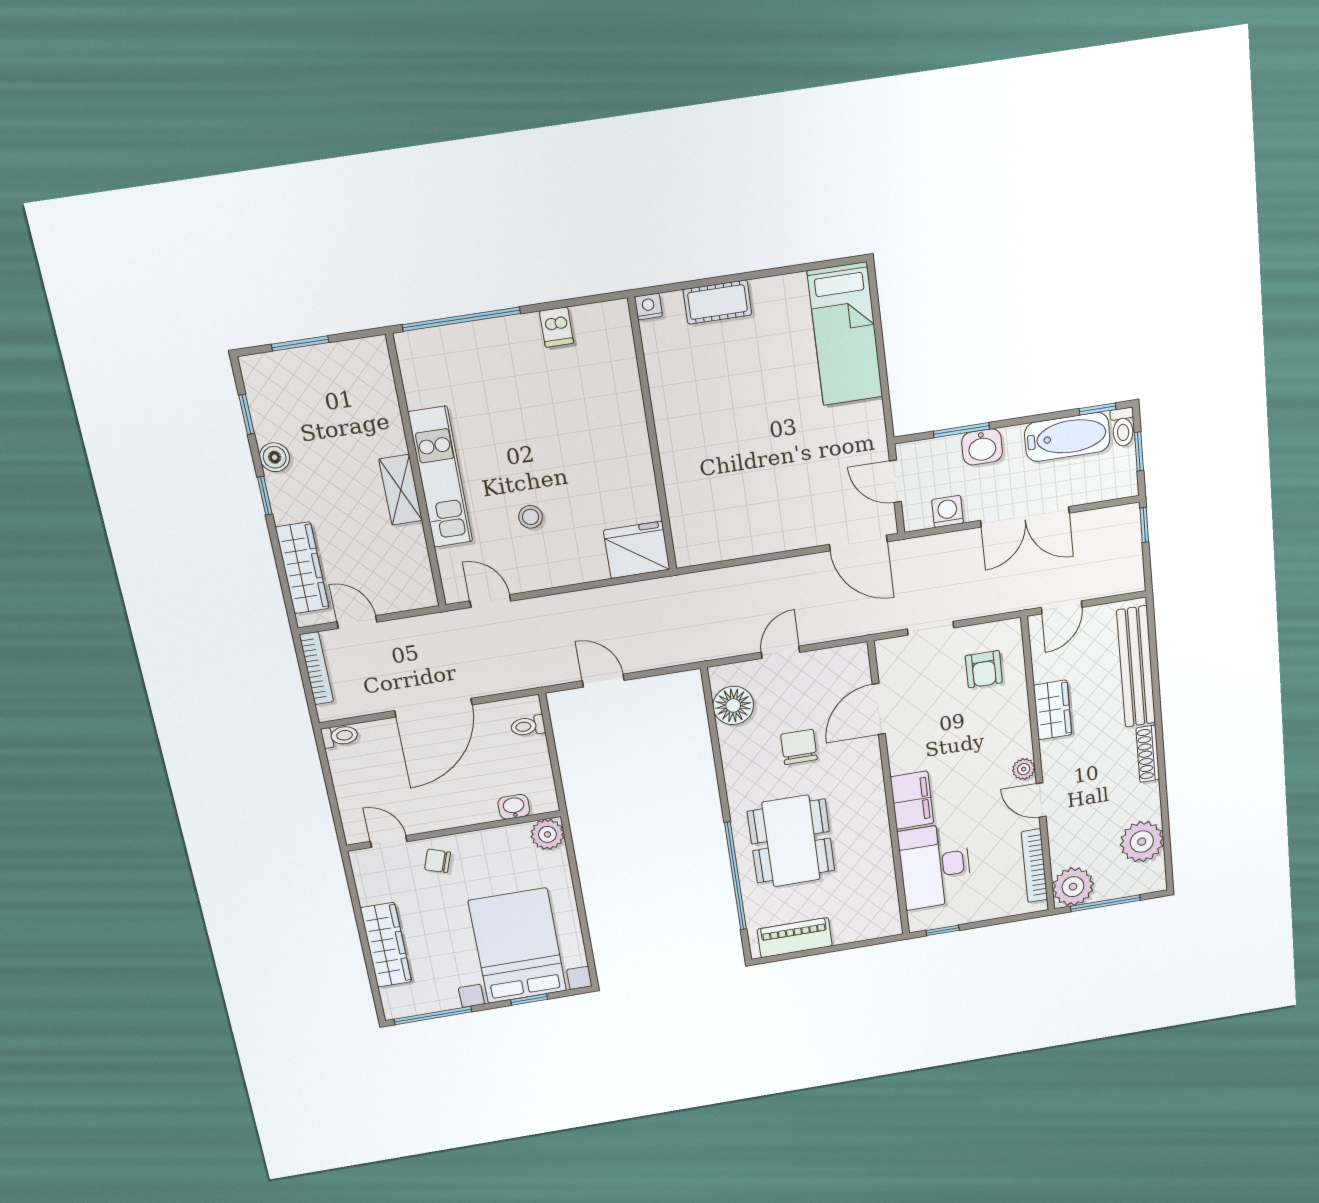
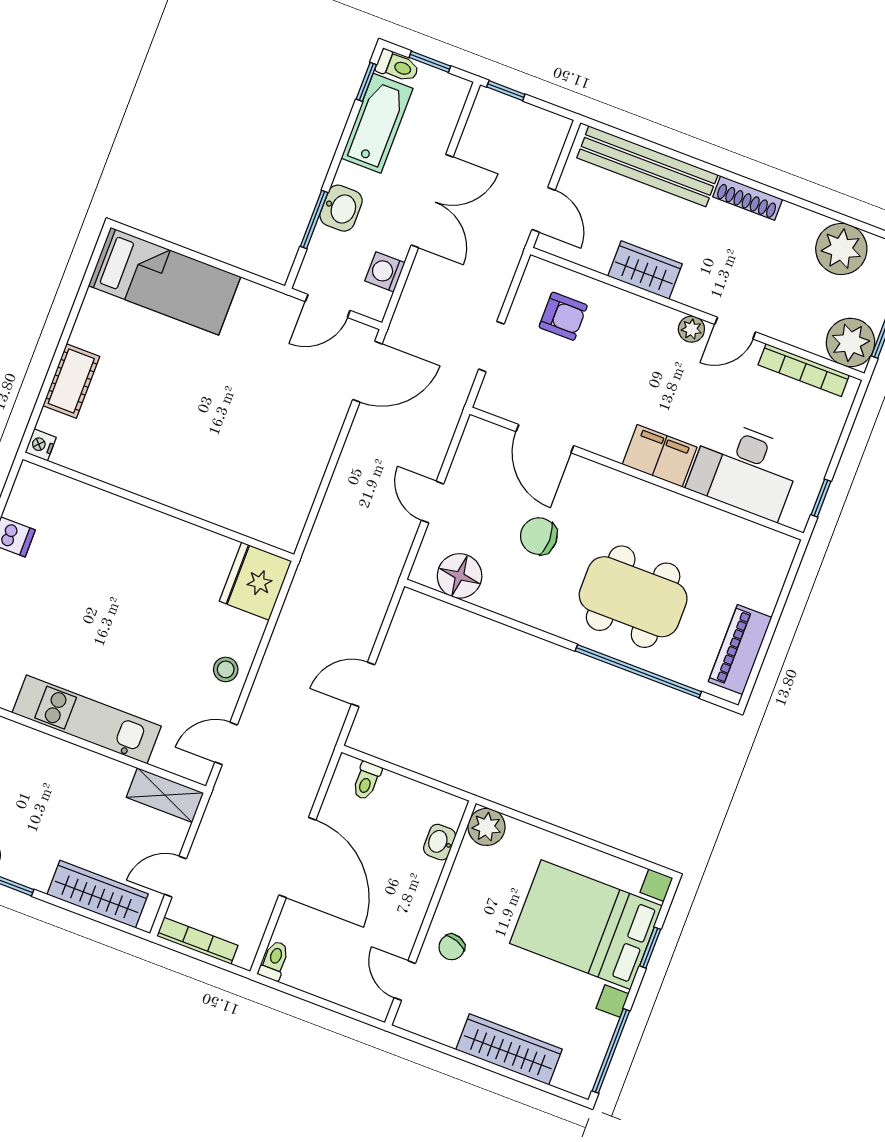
shelving: (401, 490) -> (165, 795), moved
stool: (531, 517) -> (226, 669), moved
door: (389, 841) -> (405, 981), hinge flipped

